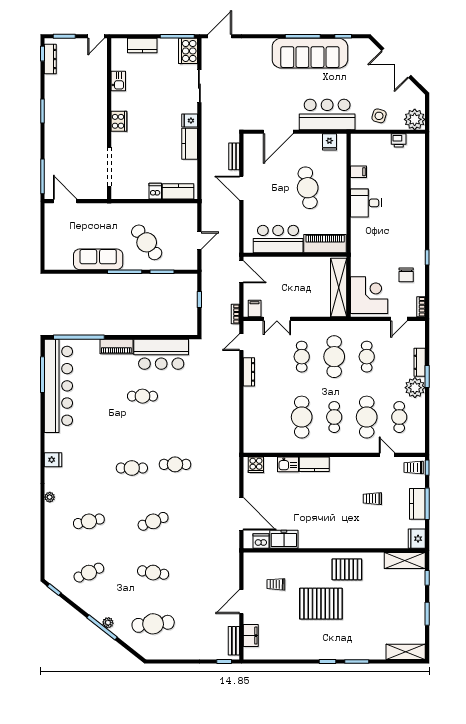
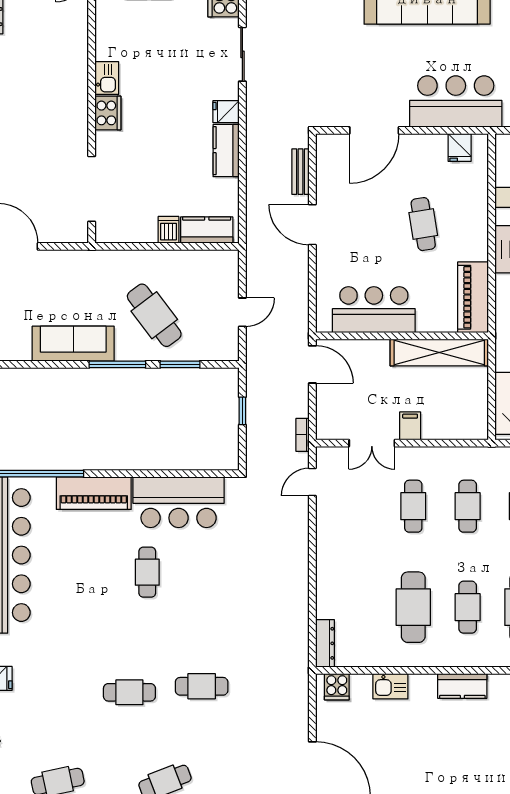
kitchen sink: (118, 81) -> (107, 78), moved
cafe table: (308, 188) -> (423, 224), width x0.73, depth x0.74
piano: (325, 244) -> (473, 297), moved, turned -90
shelving: (339, 287) -> (439, 353), moved, turned 90
filing cabinet: (255, 309) -> (410, 426), moved
piano: (116, 346) -> (94, 493), width x1.37, depth x1.33
cafe table: (334, 357) -> (468, 506), width x0.73, depth x0.74
dresser: (249, 372) -> (325, 643), moved
cafe table: (142, 396) -> (147, 572), turned 90
kitchen counter: (314, 464) -> (462, 686), moved

